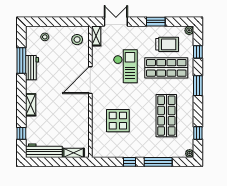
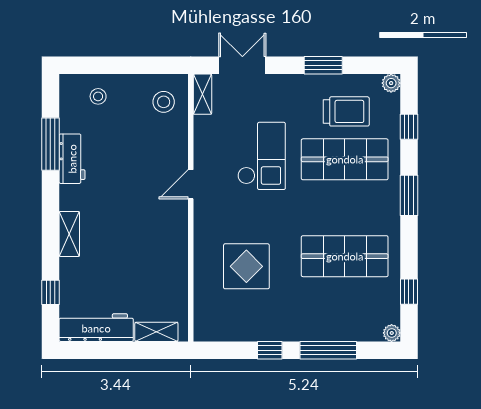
door: (90, 80) -> (191, 184), width x0.53
shop shelf: (166, 116) -> (345, 256), turned 90

